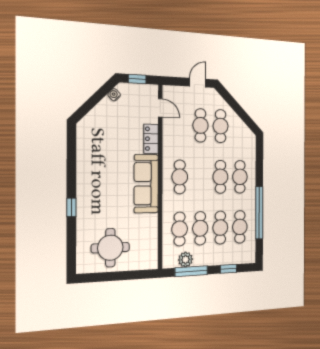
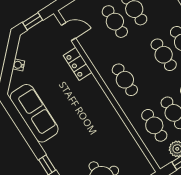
water cooler: (114, 95) -> (18, 65), moved
sofa: (146, 184) -> (34, 113), moved, turned 180

